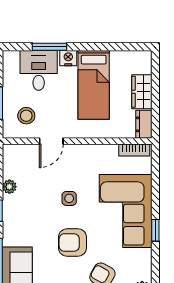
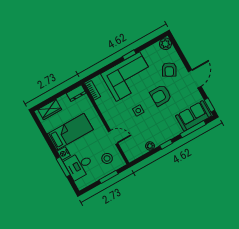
wardrobe: (142, 92) -> (50, 109), moved
armchair: (72, 242) -> (161, 95), turned 90

